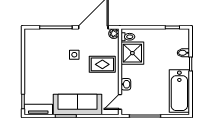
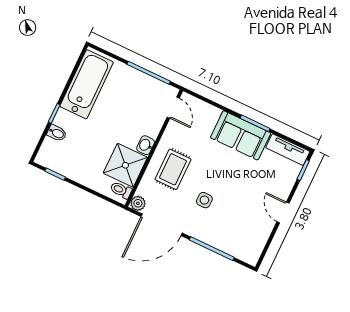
rug: (102, 64) -> (173, 169), turned 90
door: (23, 70) -> (283, 212), added
washbasin: (126, 84) -> (146, 145), moved
door: (120, 102) -> (173, 108), hinge flipped
sofa: (77, 104) -> (241, 135), width x0.73

